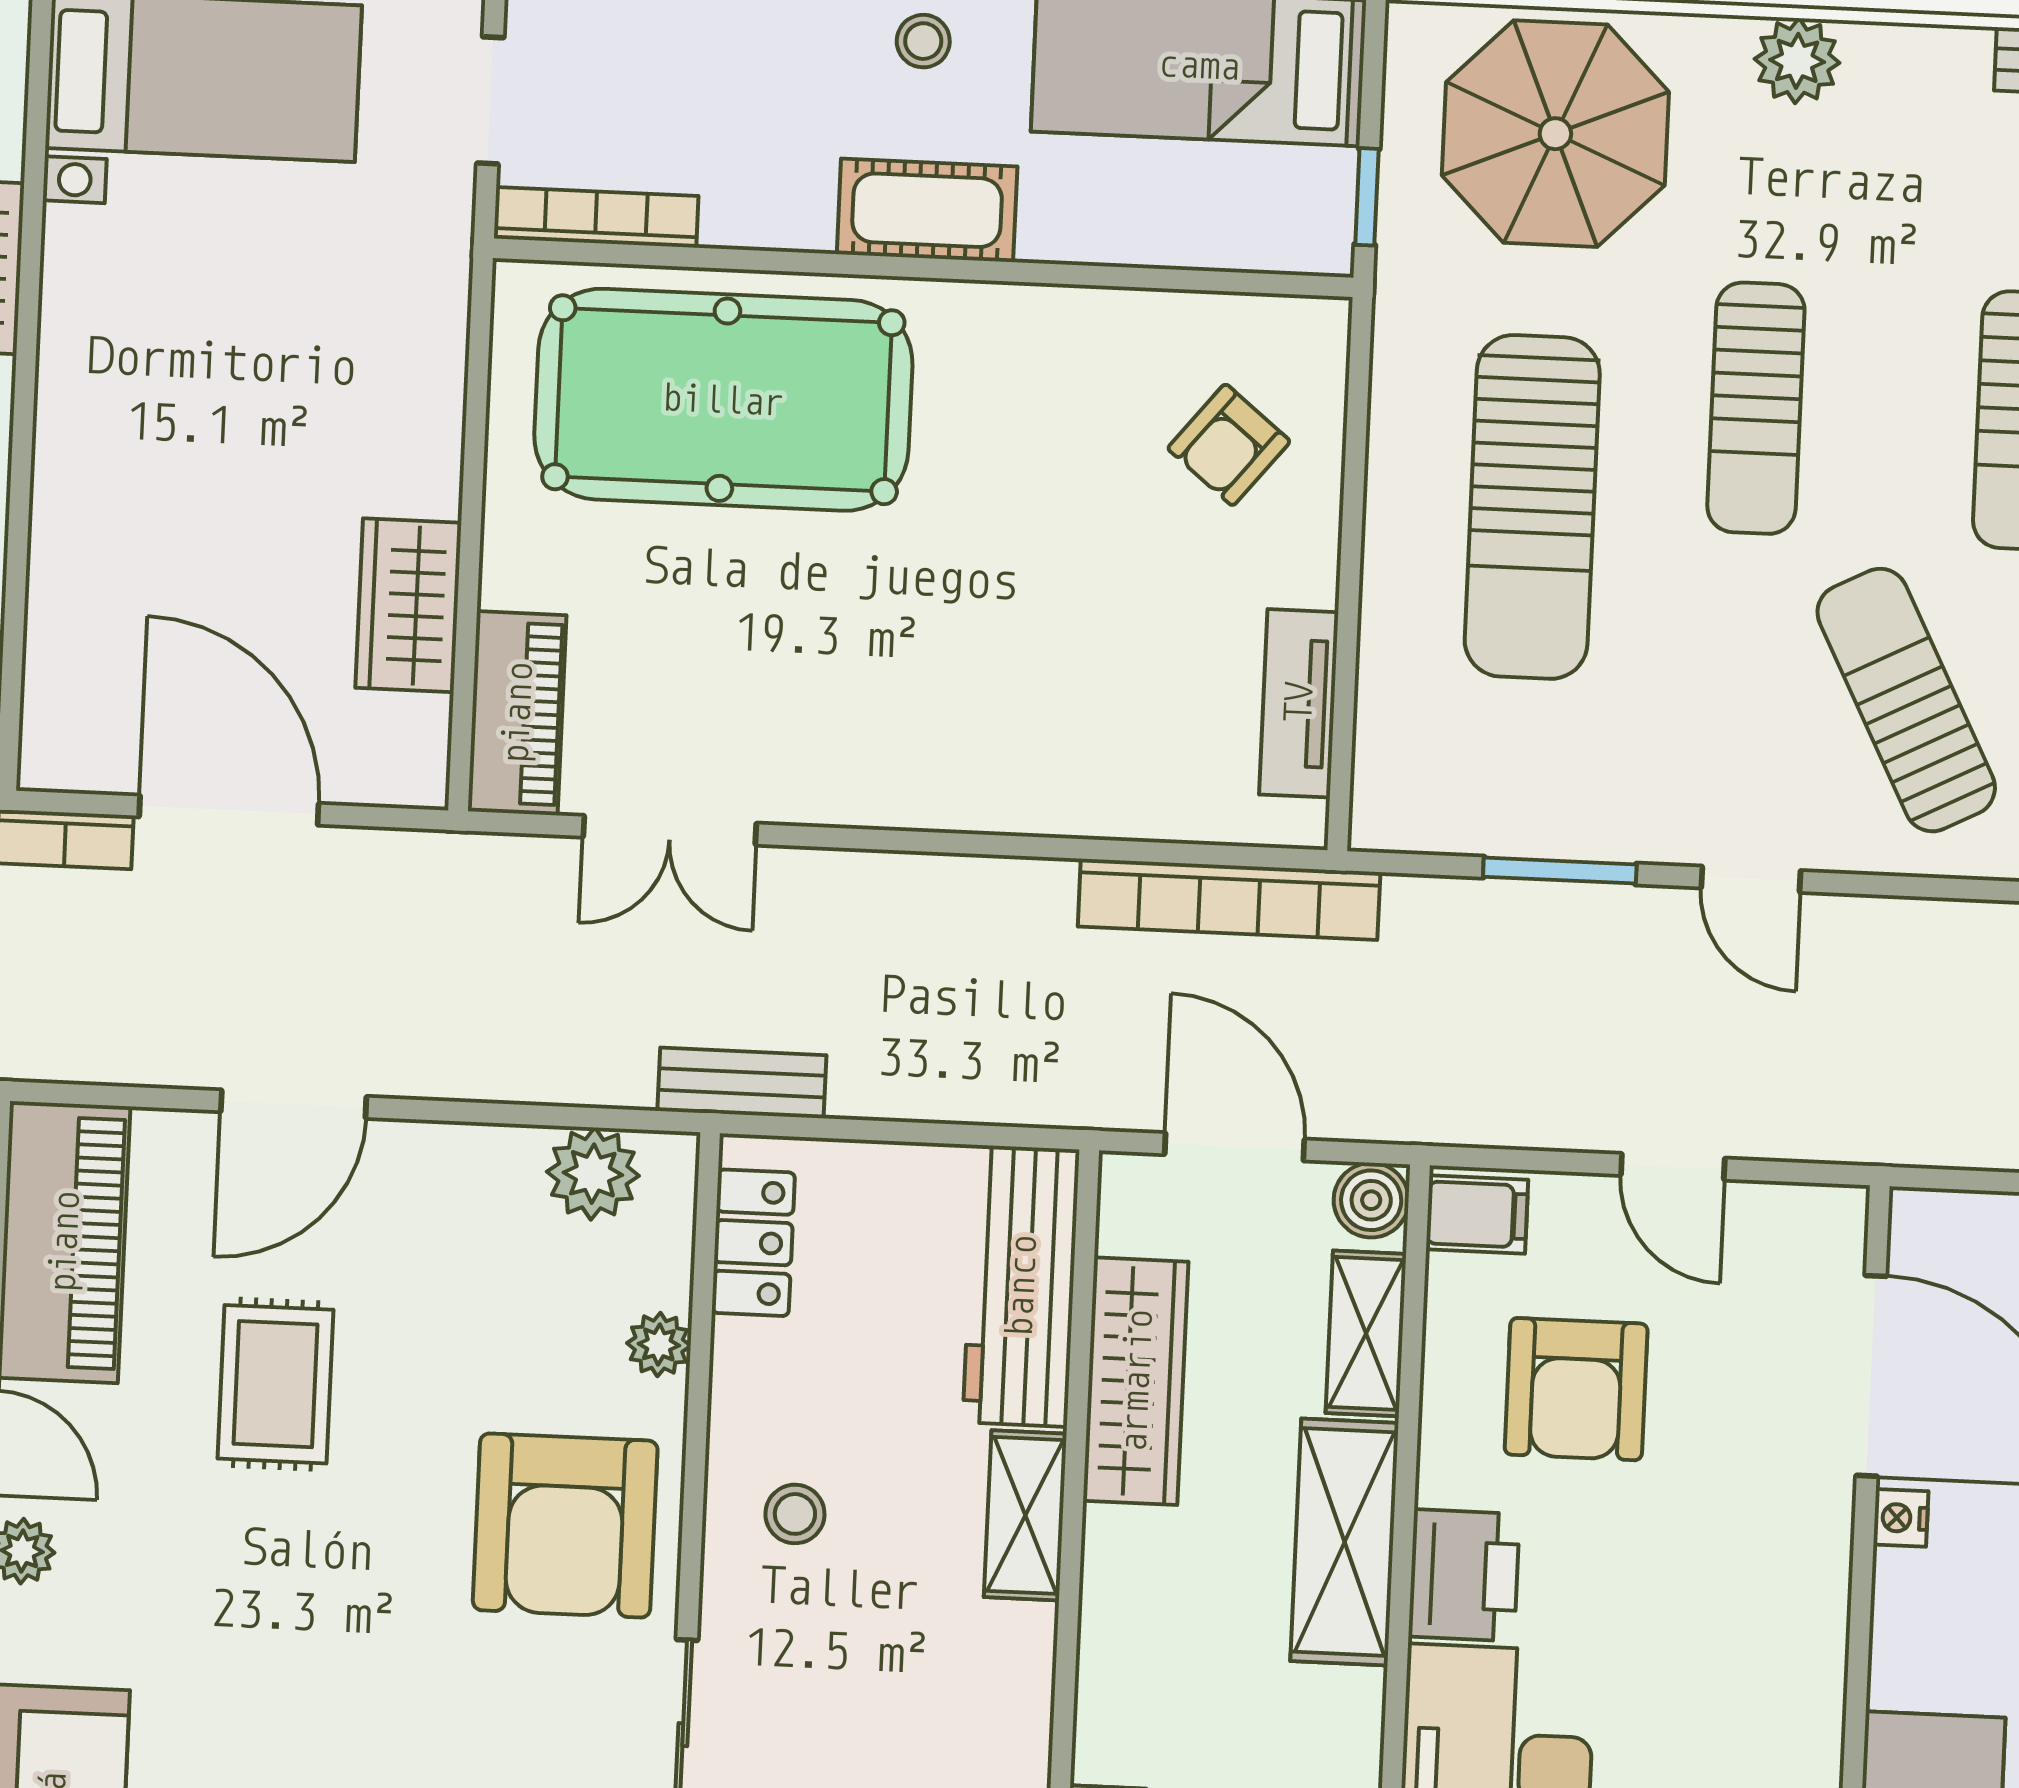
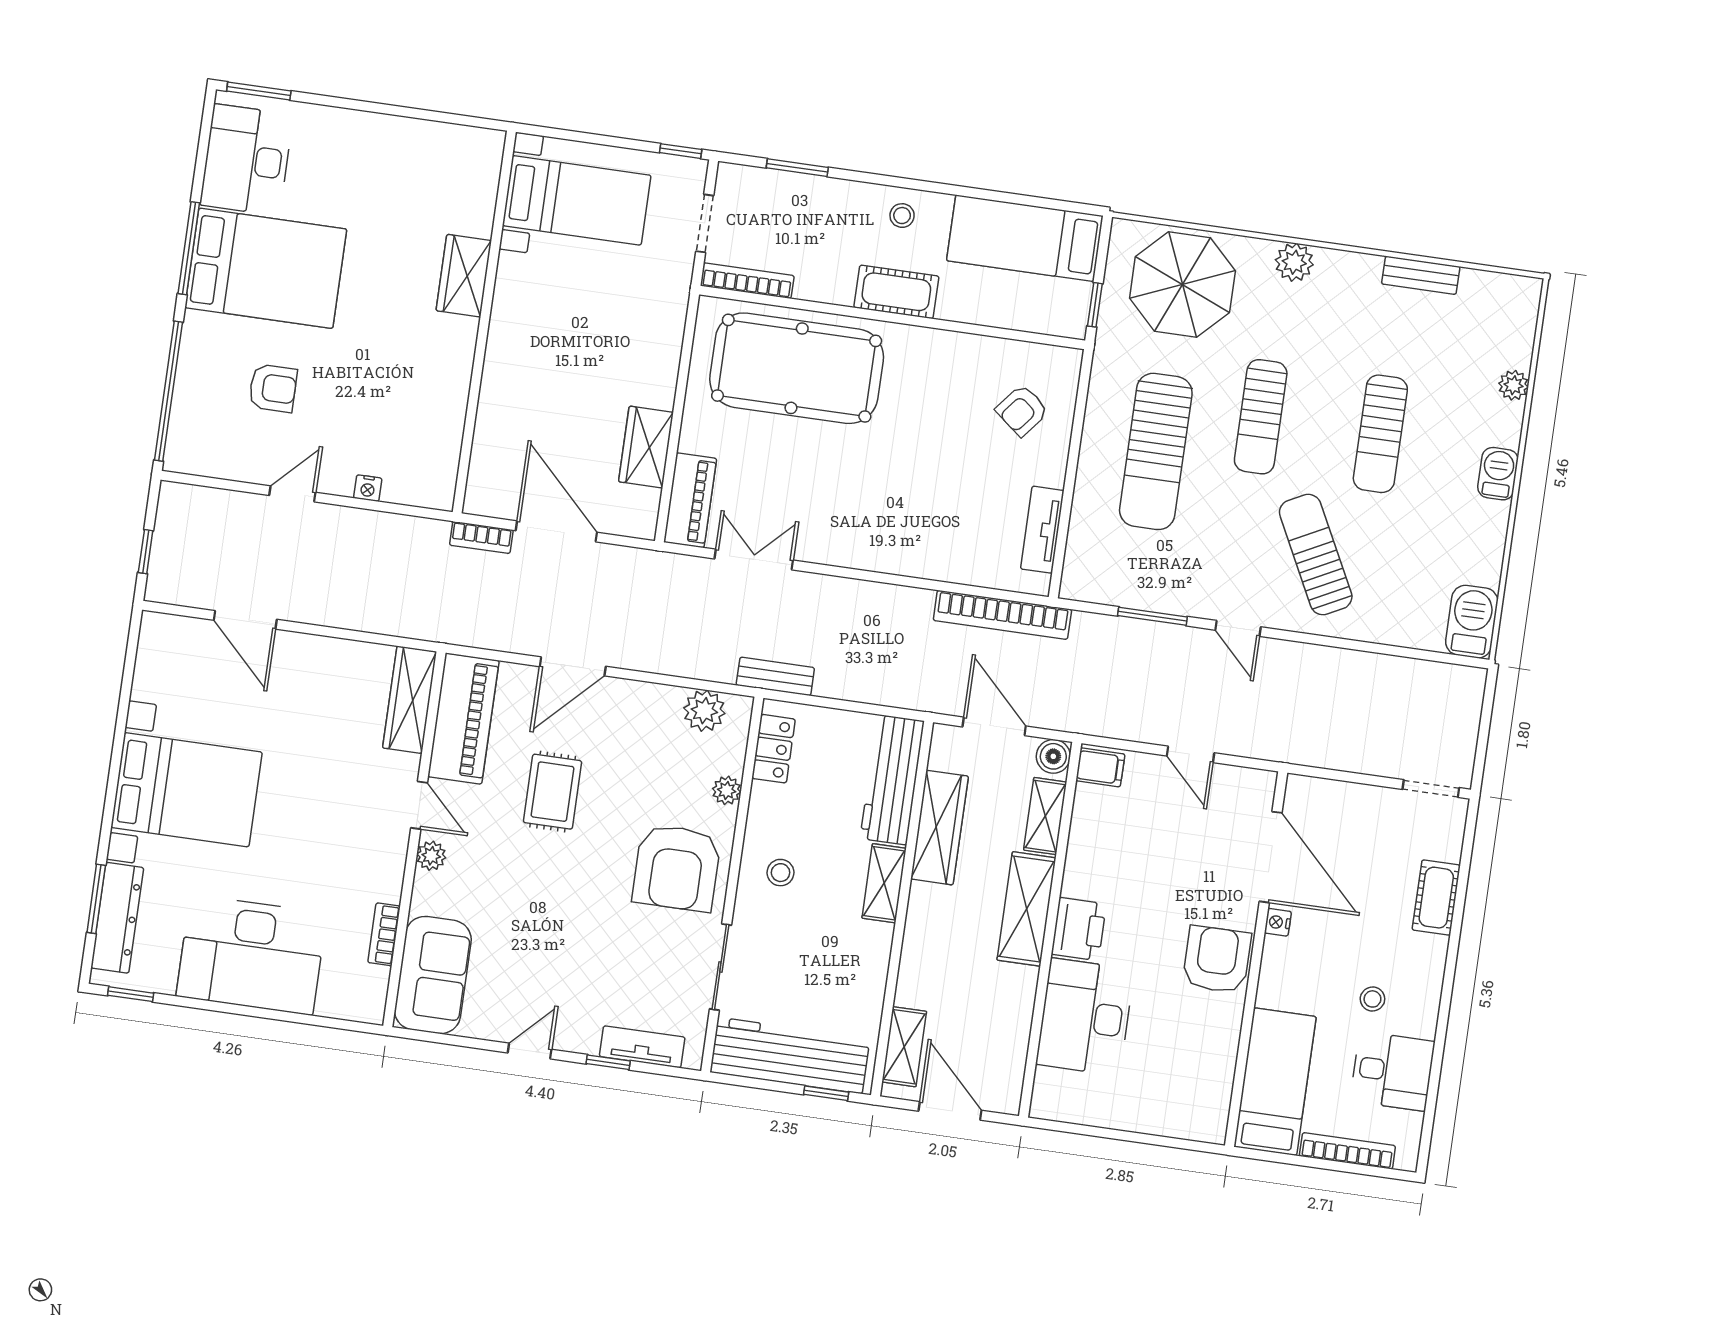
double door: (670, 830) -> (754, 560), swing flipped
armchair: (1576, 1389) -> (1217, 960), moved, turned 180

